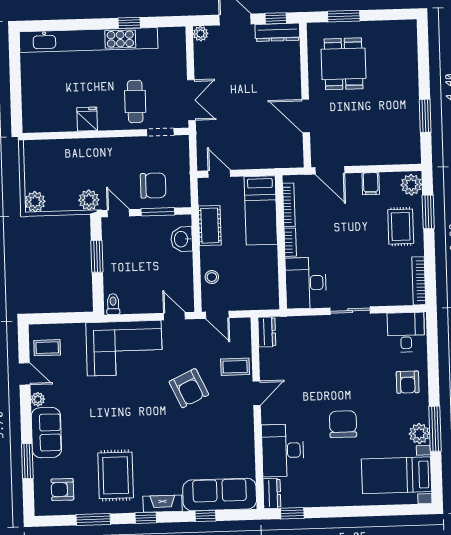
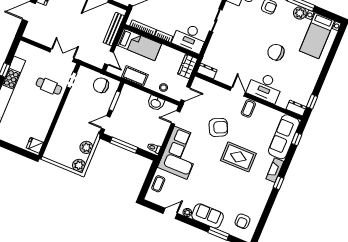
plant: (201, 34) -> (28, 34), removed
fridge: (87, 119) -> (35, 145), moved
bench: (267, 161) -> (114, 29), added
door: (219, 174) -> (109, 58), swing flipped
chair: (153, 186) -> (101, 85), moved, turned -90
plant: (89, 200) -> (86, 147), moved
washbasin: (182, 239) -> (156, 103), moved
window: (97, 256) -> (124, 145), width x1.44
wardrobe: (261, 299) -> (188, 66), added
coffee table: (47, 348) -> (158, 184), moved
coffee table: (235, 367) -> (248, 108), moved
desk: (283, 450) -> (265, 87), moved
rug: (116, 475) -> (238, 157), moved
window: (205, 516) -> (297, 139), moved
window: (93, 519) -> (266, 212), removed

